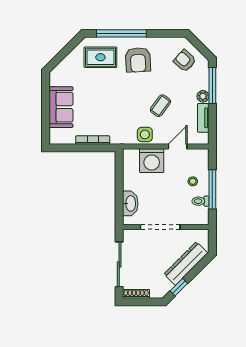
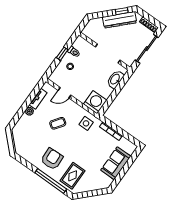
rug: (100, 57) -> (73, 176), turned 90
armchair: (185, 61) -> (25, 139), removed
window: (212, 86) -> (20, 114), removed
side table: (145, 134) -> (86, 123), moved
washing machine: (152, 161) -> (95, 102), moved
window: (212, 189) -> (62, 54), width x0.46
dresser: (186, 264) -> (120, 20), moved

